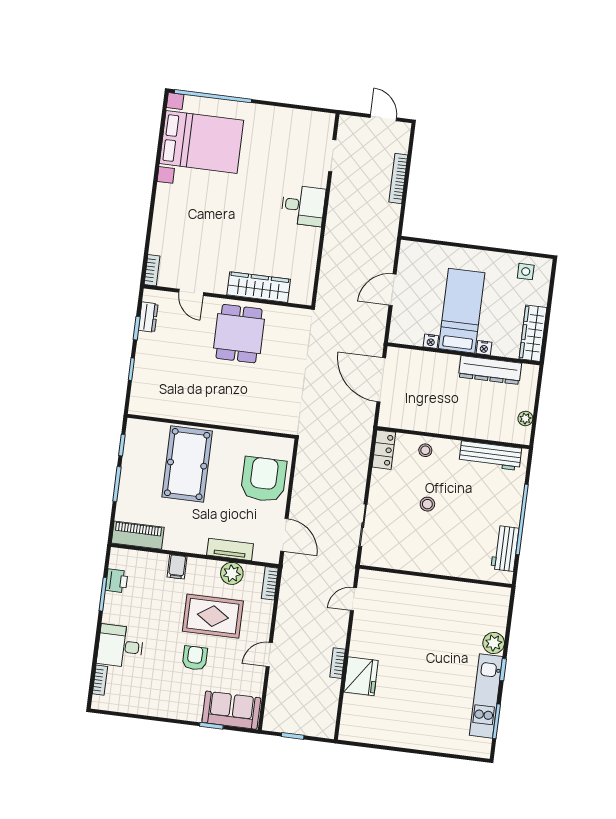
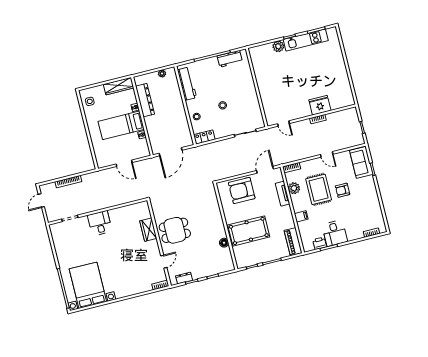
wardrobe: (259, 287) -> (148, 230), width x0.67
floor lamp: (183, 412) -> (224, 243), added
desk: (120, 646) -> (335, 233), moved

